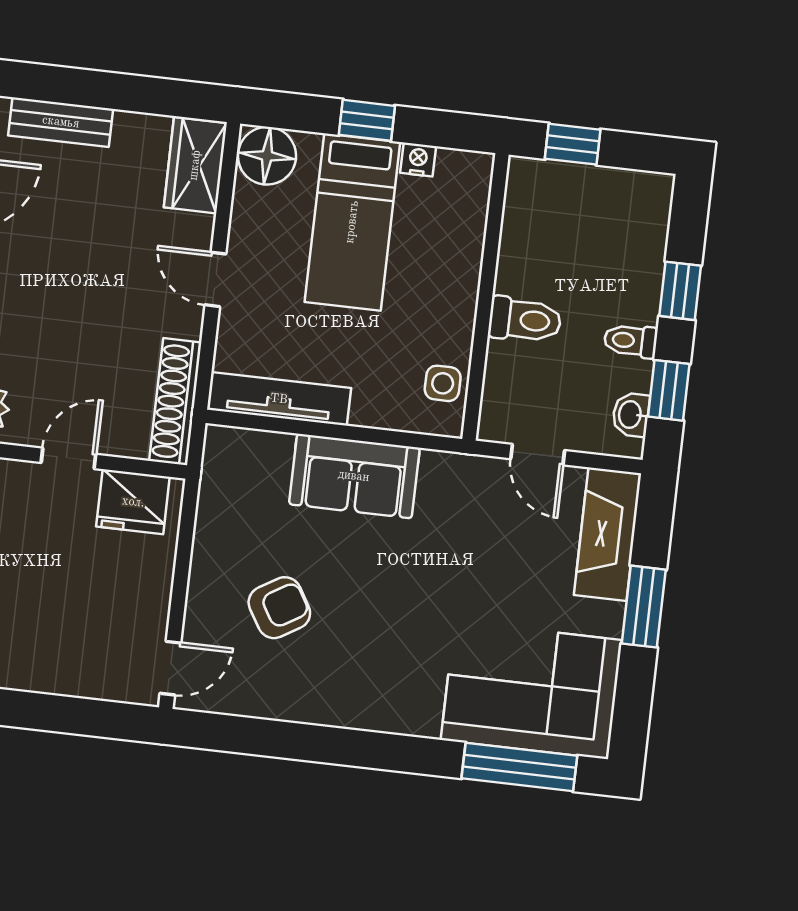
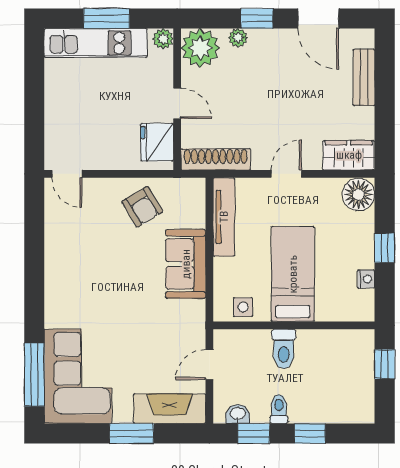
bed: (352, 222) -> (293, 274), moved, turned 90
armchair: (279, 608) -> (142, 207), moved

